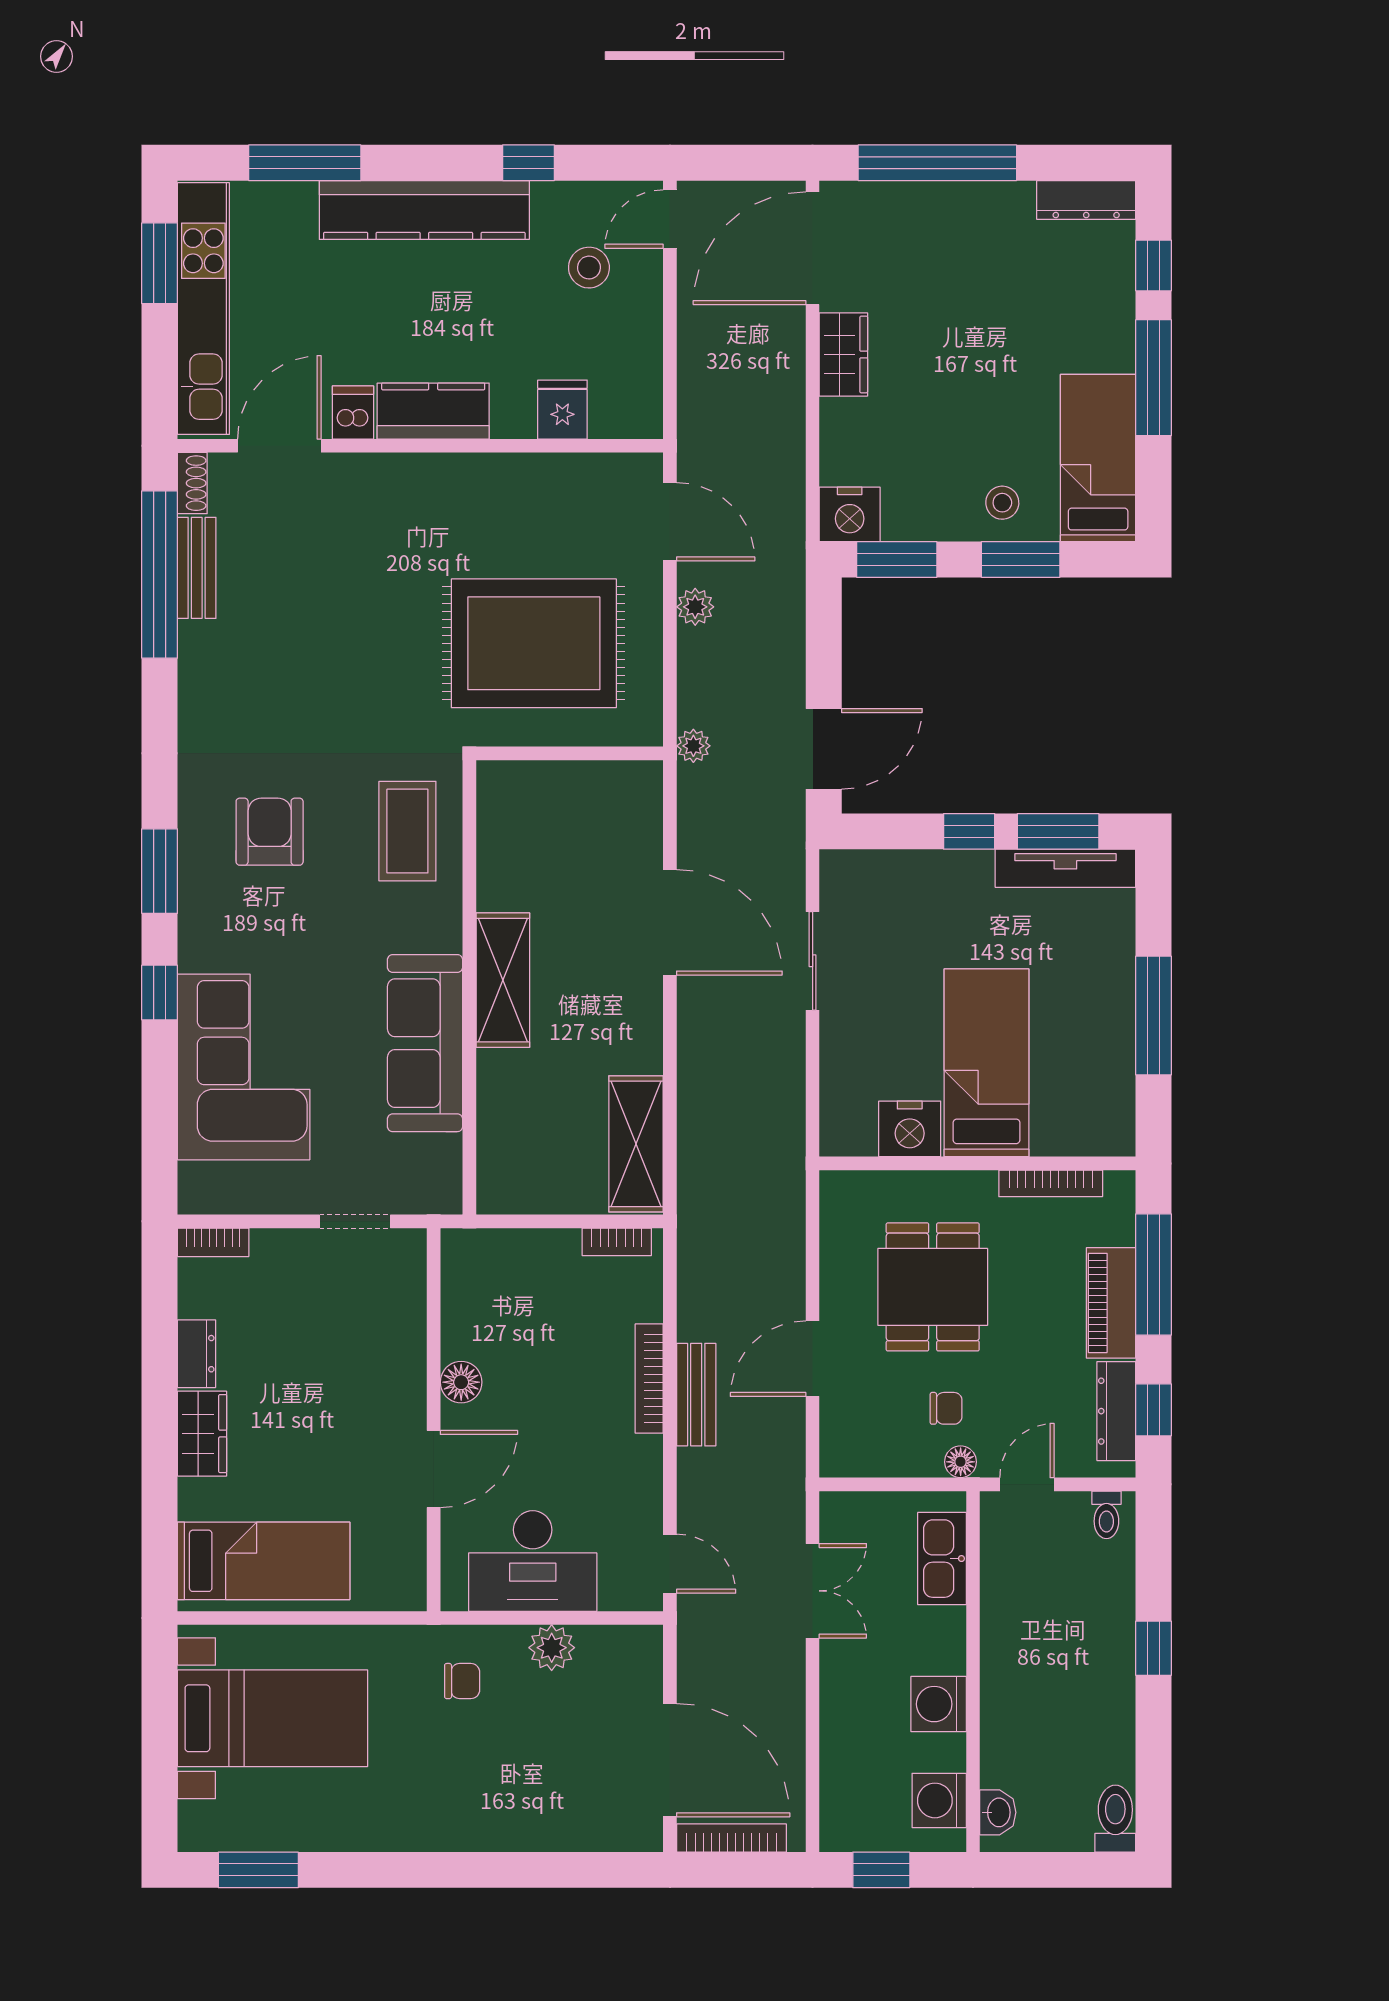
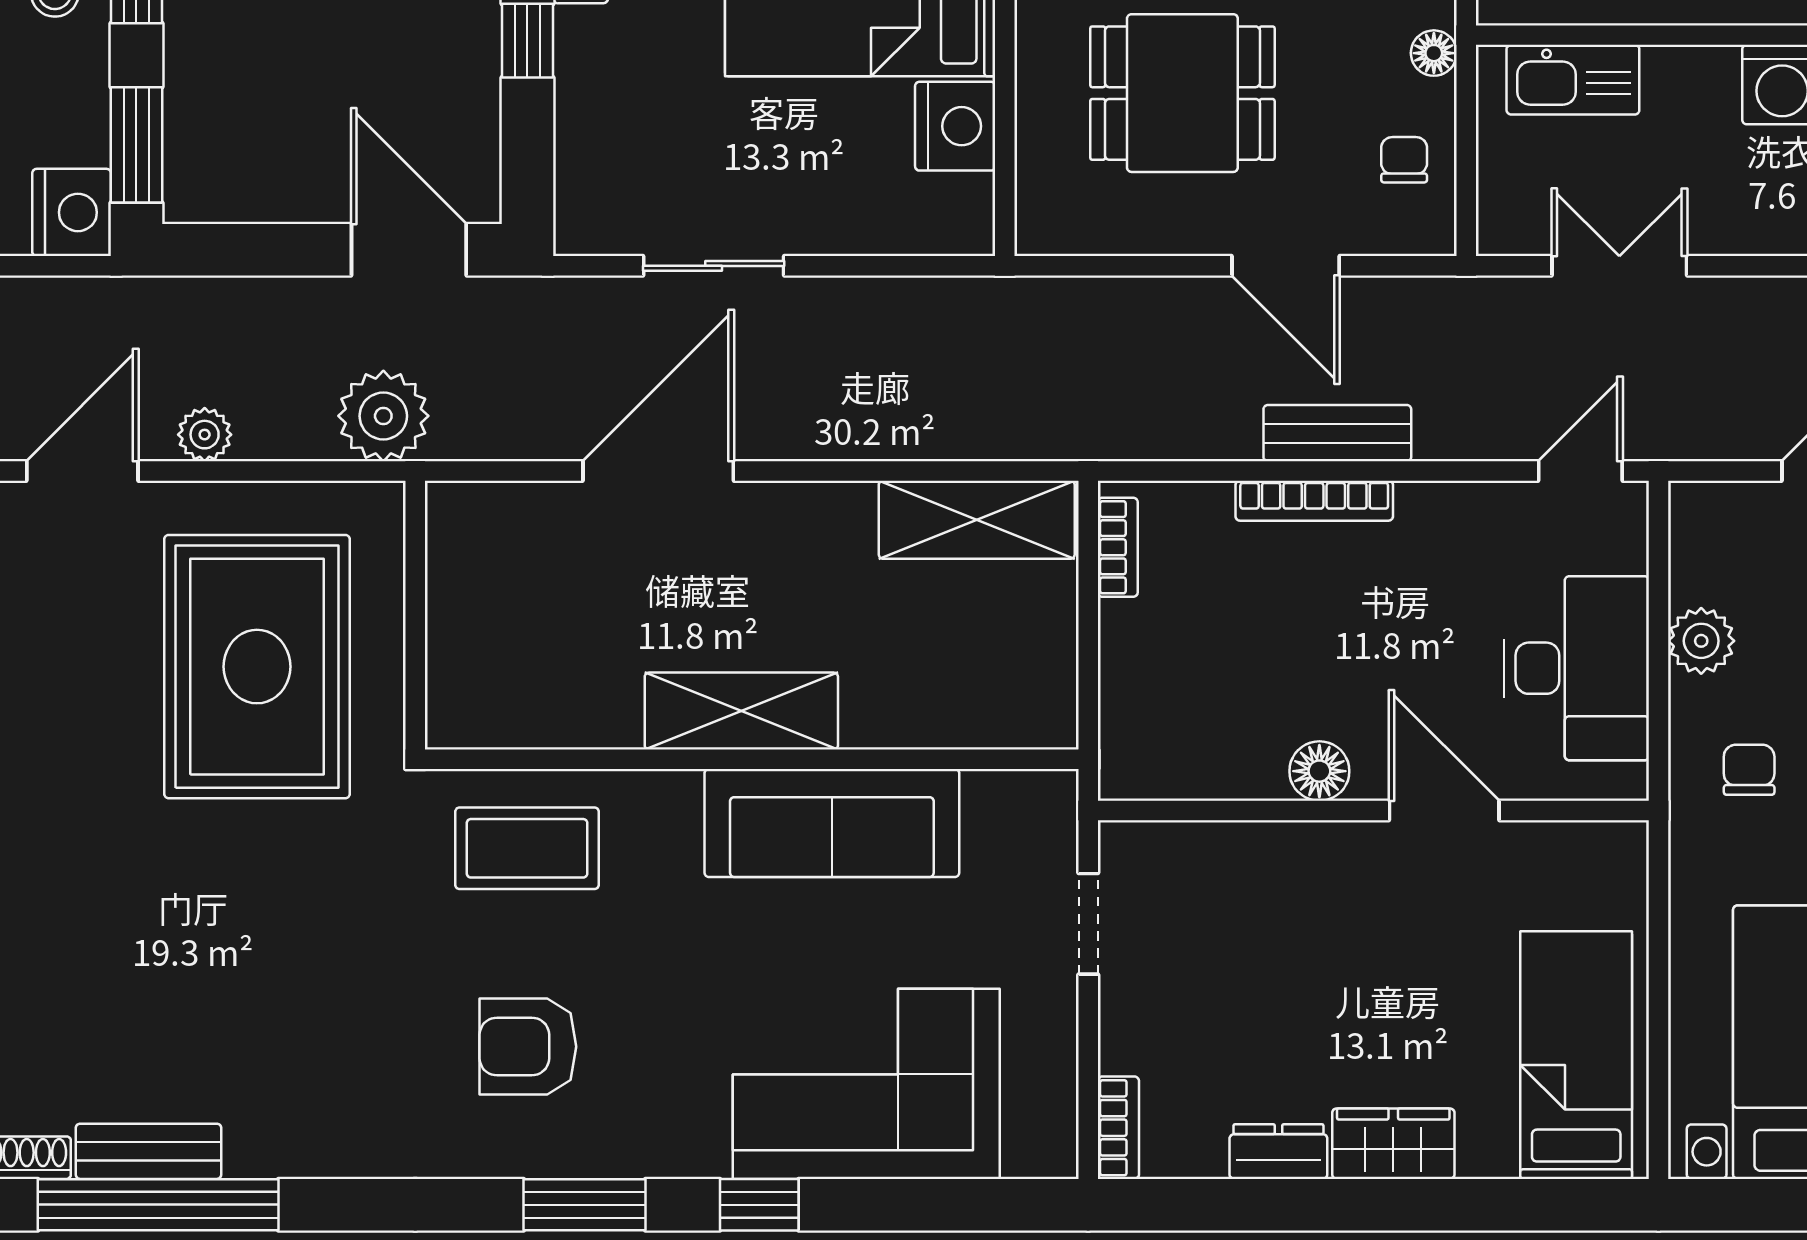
plant: (693, 746) -> (383, 416), width x1.88, depth x1.88
chair: (946, 1408) -> (1404, 160), moved

